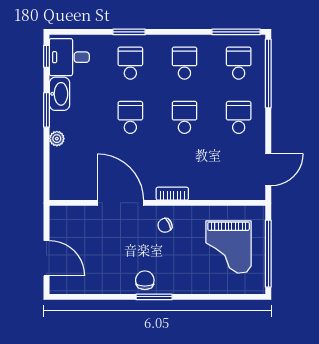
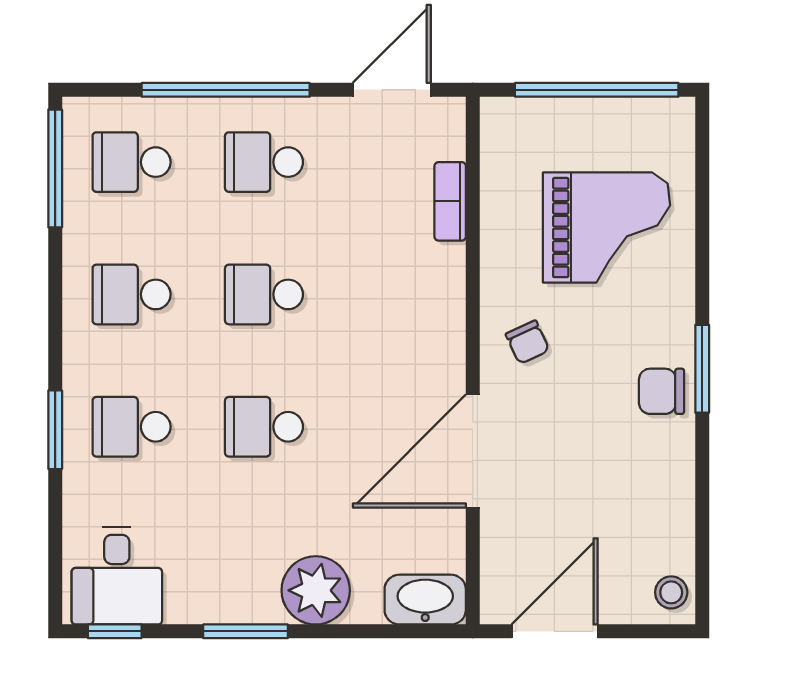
window: (268, 74) -> (226, 90), moved
washbasin: (60, 94) -> (425, 600), moved
plant: (57, 139) -> (316, 590), width x1.87, depth x1.87
door: (268, 170) -> (392, 90), hinge flipped
bookcase: (172, 194) -> (450, 201), moved
grand piano: (229, 247) -> (606, 228), moved
door: (47, 258) -> (555, 631), moved
stool: (62, 284) -> (671, 592), added

